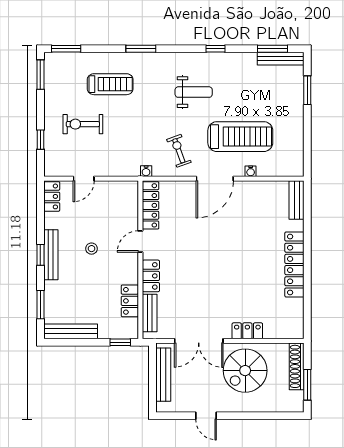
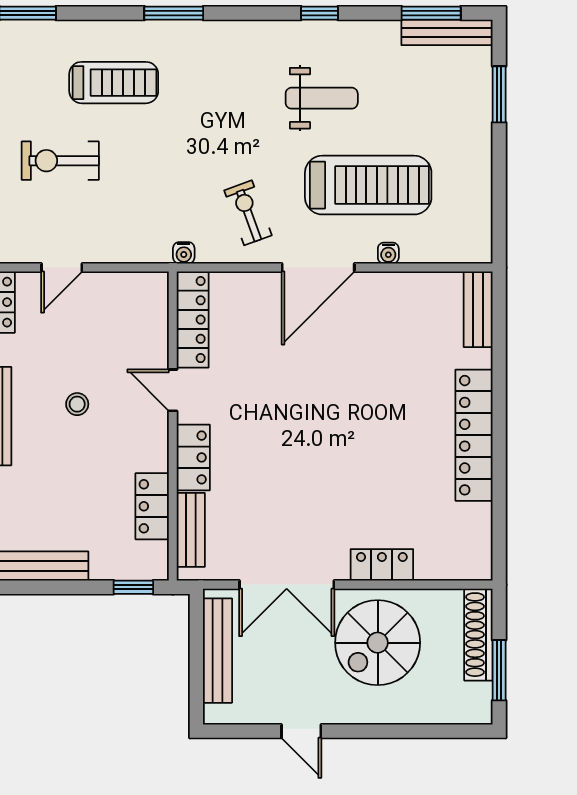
weight bench: (194, 92) -> (322, 98), moved
door: (140, 241) -> (173, 390), hinge flipped

